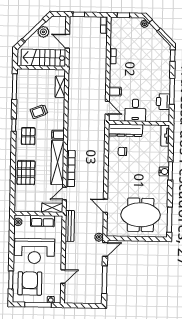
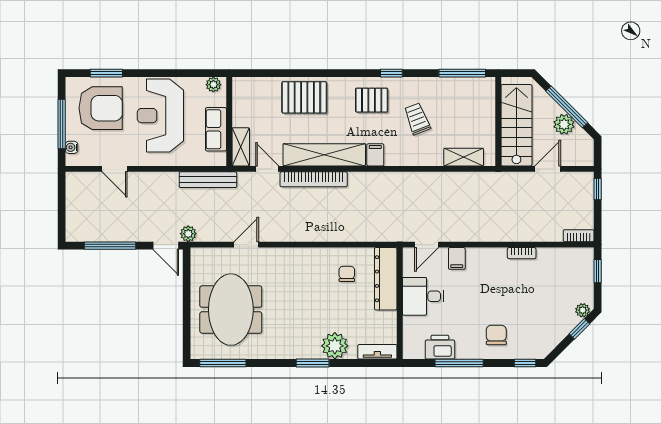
chair: (157, 71) -> (496, 335), added
plant: (161, 159) -> (335, 346), added
water cooler: (164, 171) -> (311, 351), removed

